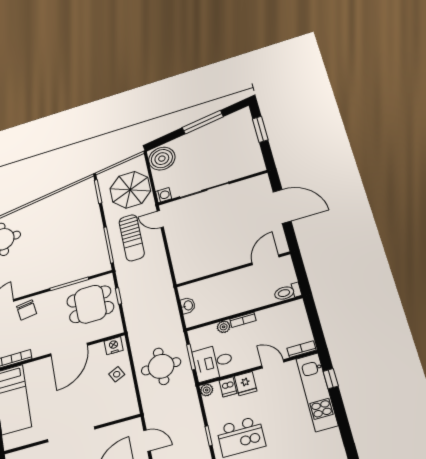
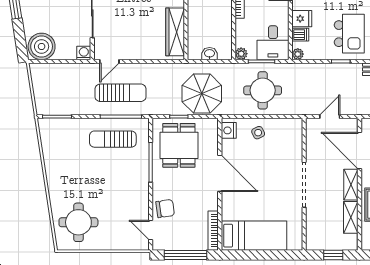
parasol: (130, 190) -> (202, 94), moved
sun lounger: (86, 245) -> (113, 139), added
wardrobe: (203, 268) -> (175, 32), added
plant: (224, 327) -> (241, 54), moved

